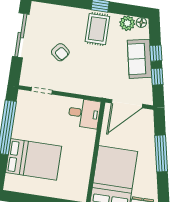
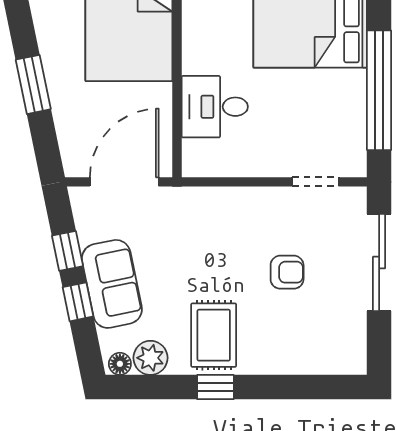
sliding door: (21, 35) -> (379, 263), moved
armchair: (60, 52) -> (287, 272), turned 141
desk: (84, 113) -> (215, 107), moved
window: (161, 153) -> (33, 84), width x0.69

